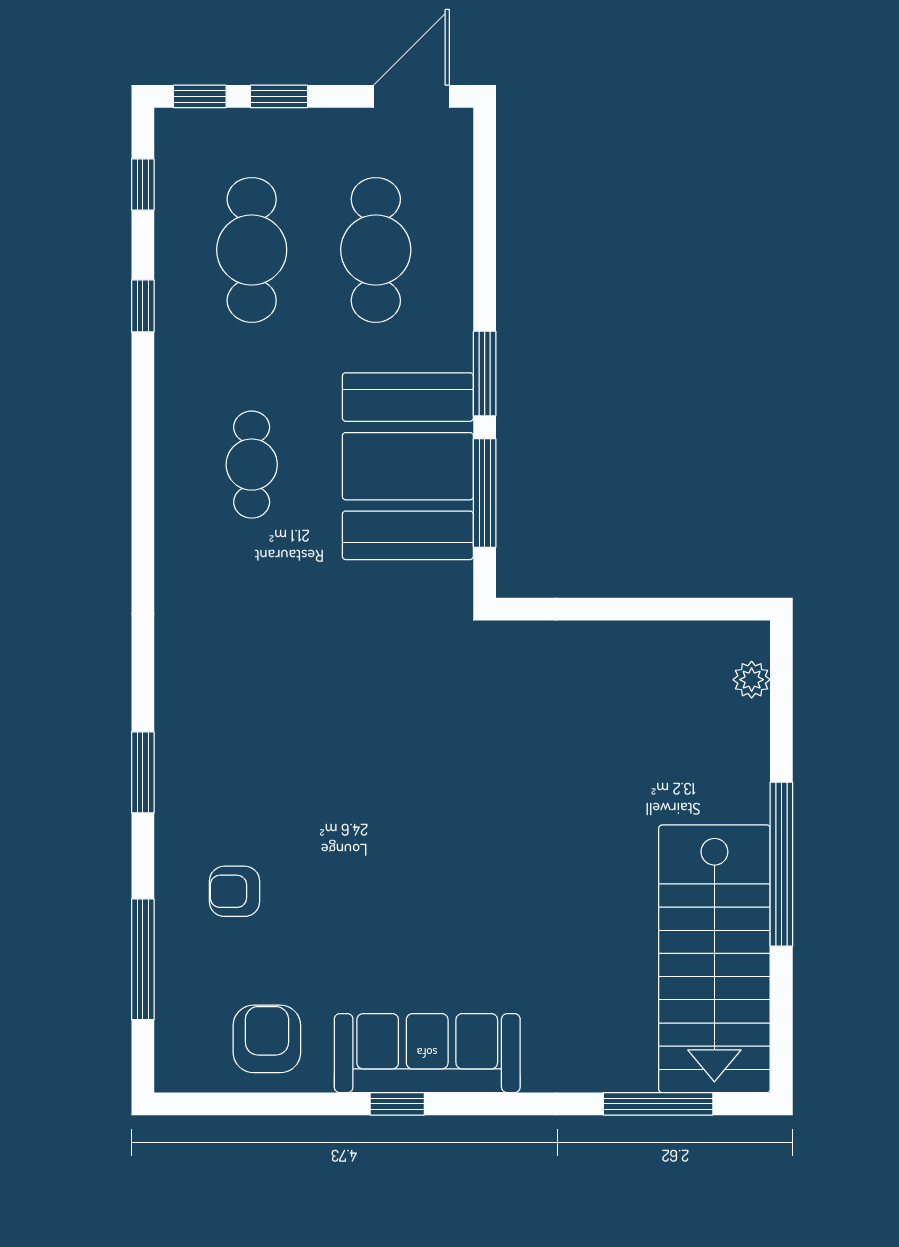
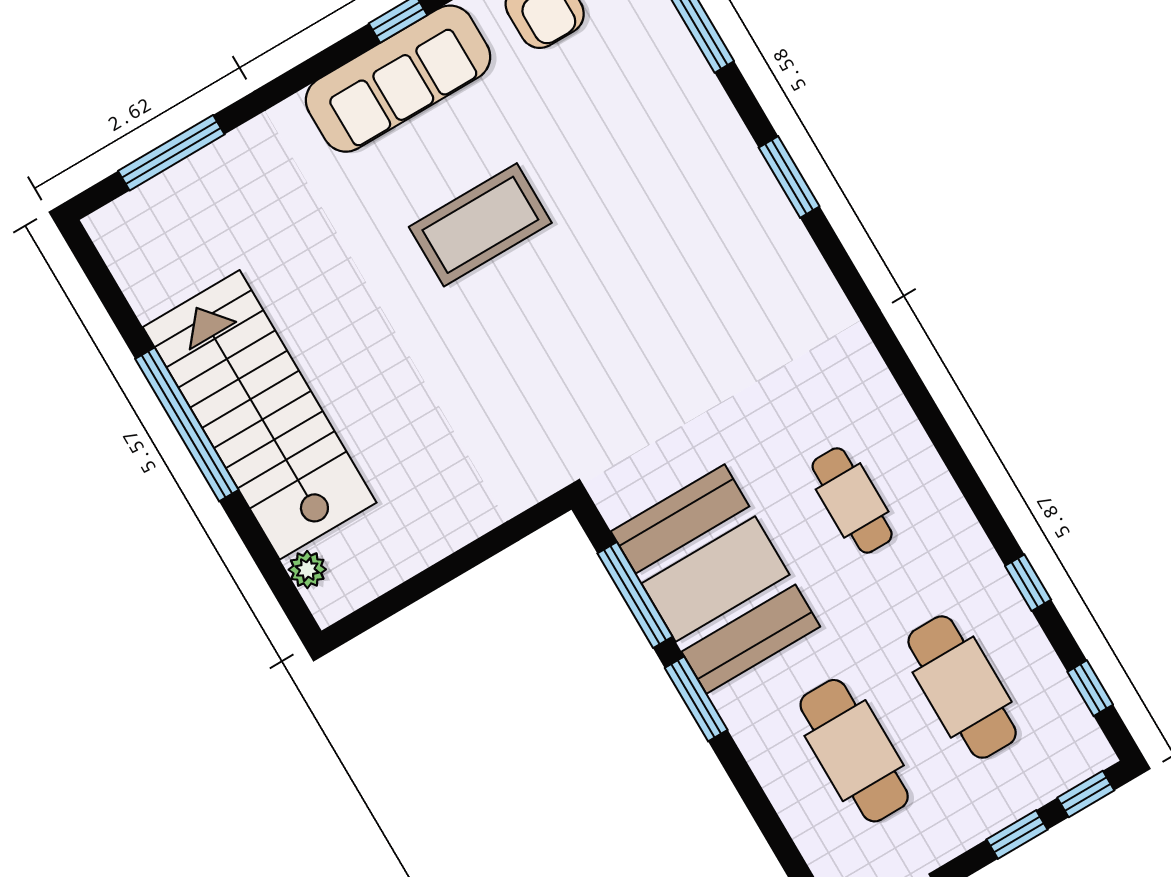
coffee table: (430, 887) -> (480, 225), added
armchair: (235, 891) -> (648, 121), removed
stairs: (714, 959) -> (260, 415), moved

